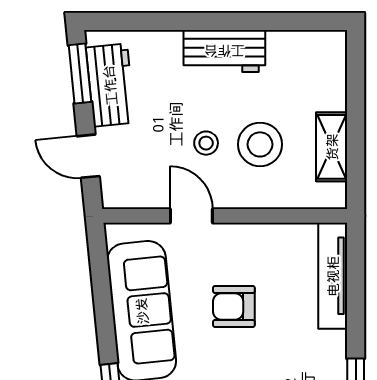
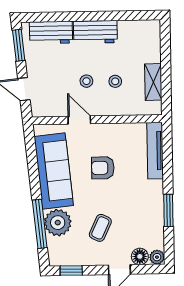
workbench: (110, 85) -> (51, 32), moved, turned 96
stool: (260, 144) -> (115, 81), width x0.53, depth x0.53

